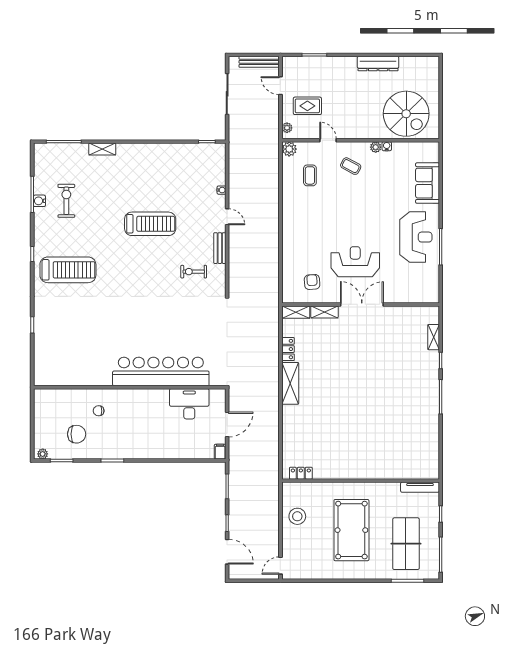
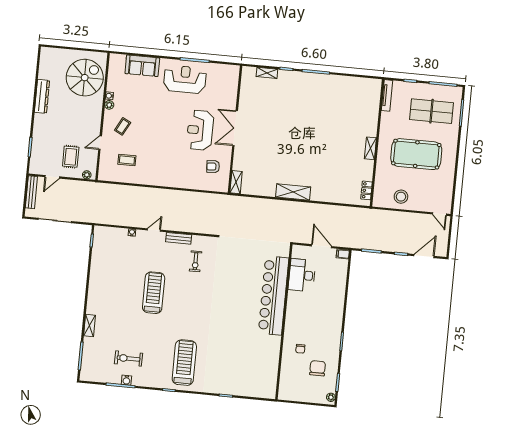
plant: (289, 149) -> (104, 175), removed
shelving: (324, 312) -> (370, 148), moved
locker: (288, 349) -> (265, 191), removed

